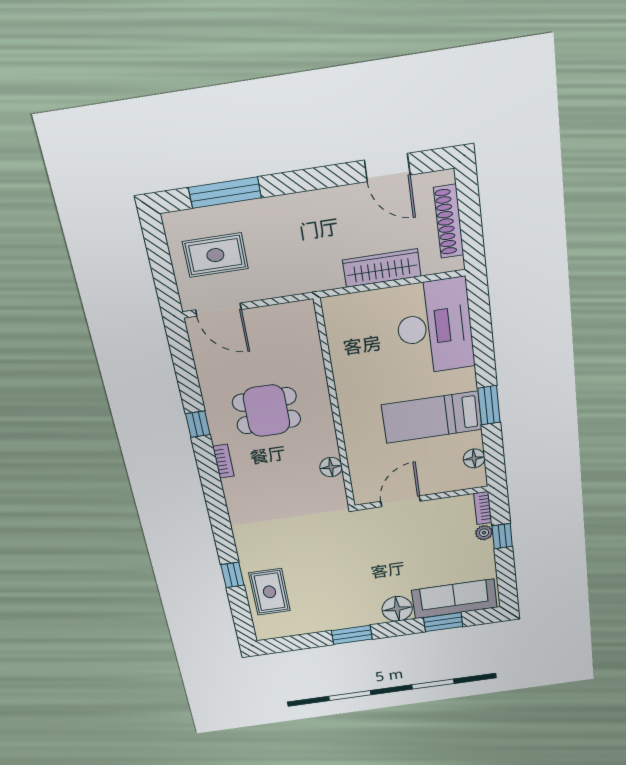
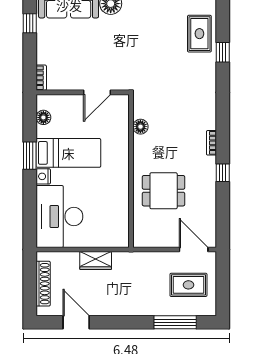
wardrobe: (382, 268) -> (96, 261), width x0.67
nightstand: (466, 380) -> (43, 176), added
dining table: (267, 411) -> (164, 191), moved
plant: (484, 533) -> (42, 58), removed
window: (502, 536) -> (30, 23), moved

